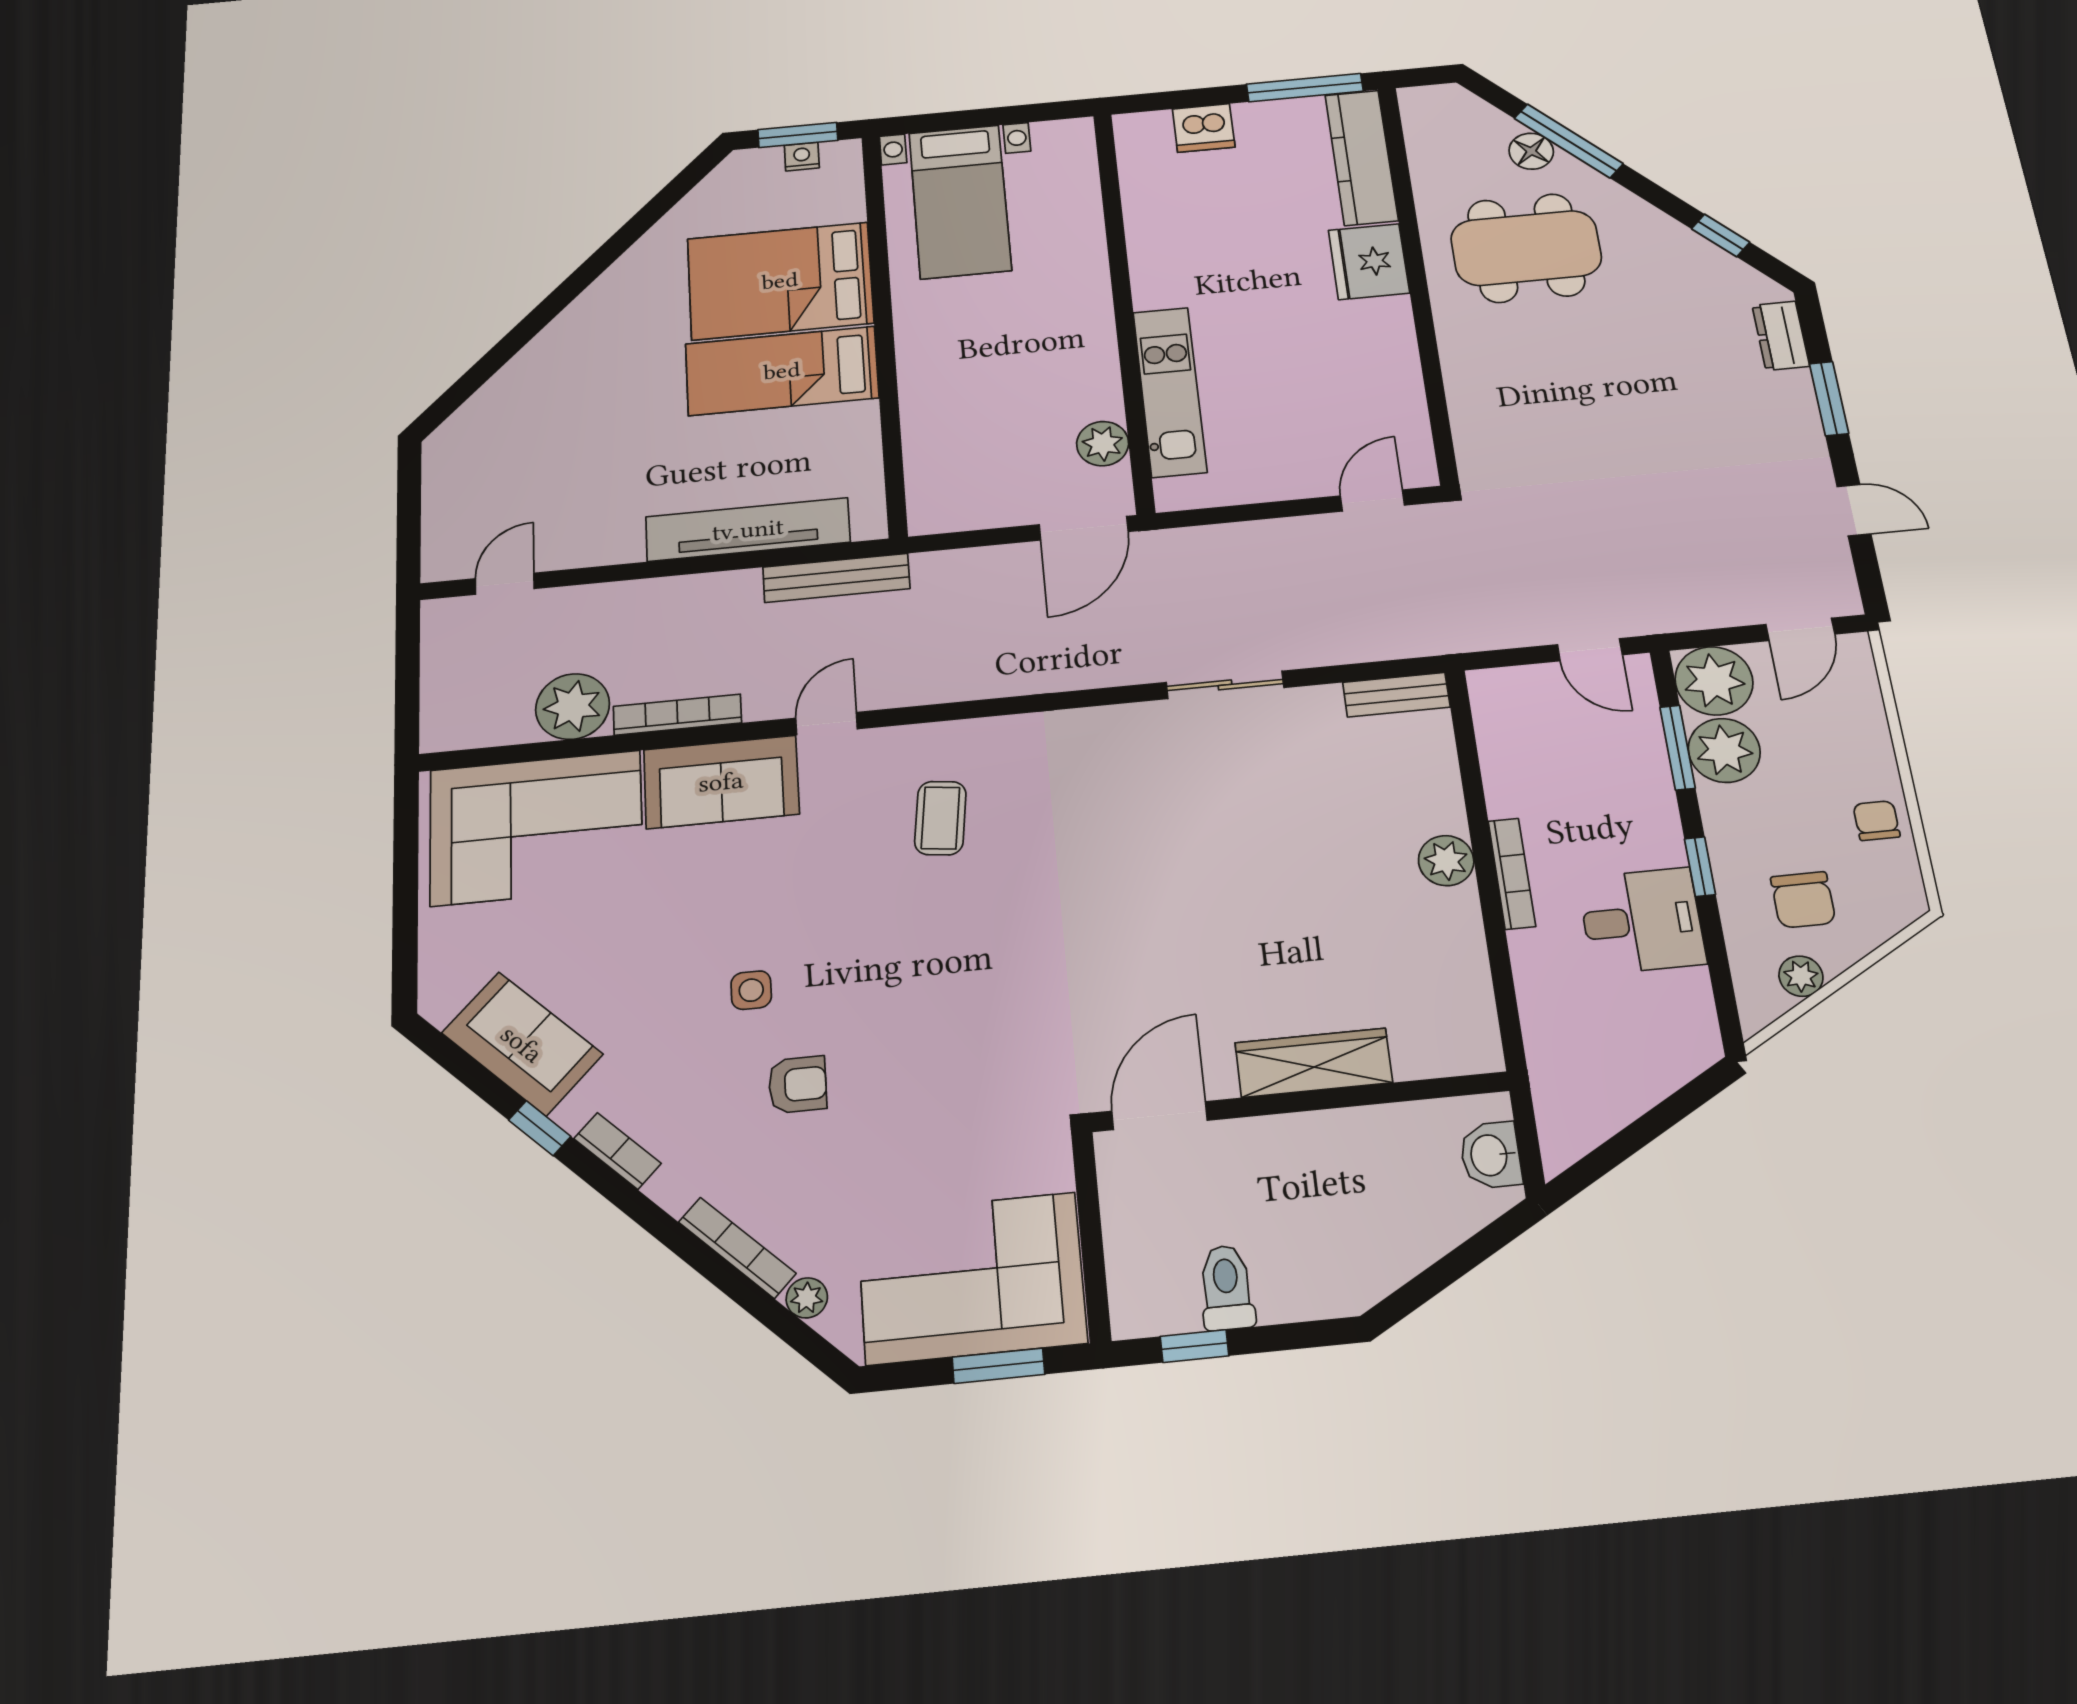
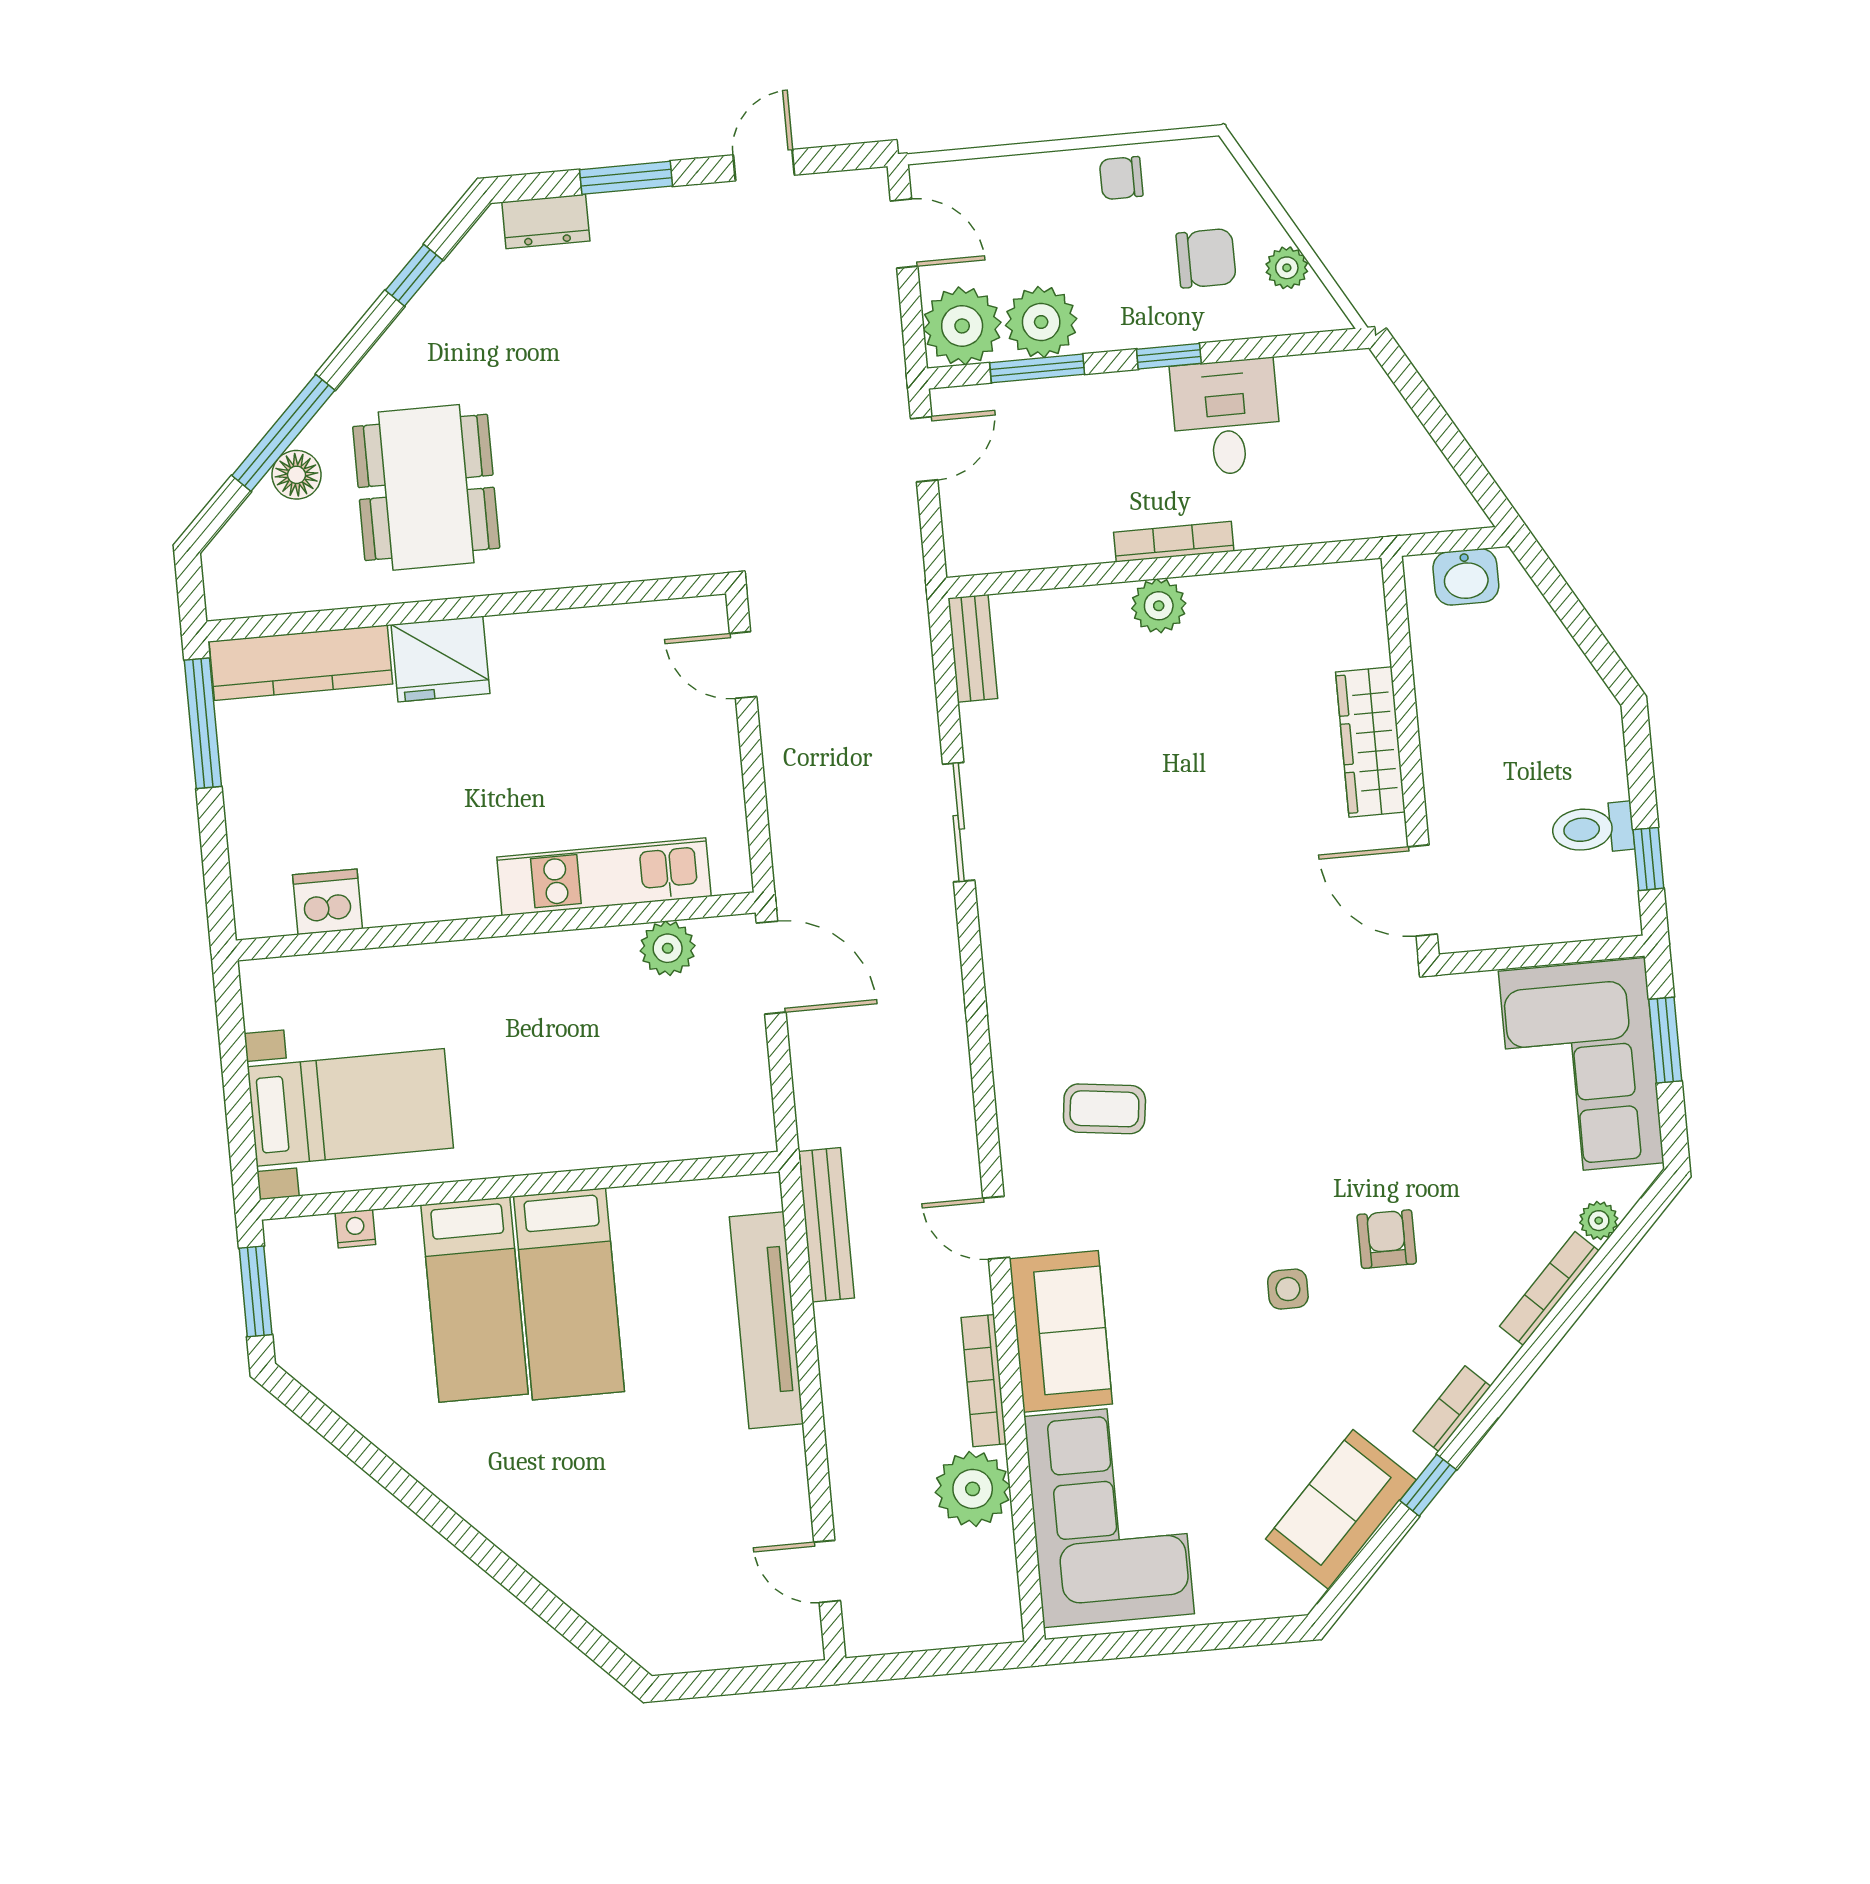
dishwasher: (1204, 128) -> (328, 902), moved, turned -90
nightstand: (802, 157) -> (355, 1229), moved, turned 90
bed: (780, 281) -> (474, 1300), width x0.67

